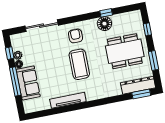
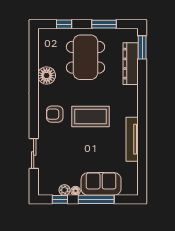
window: (106, 13) -> (34, 71), removed
sliding door: (42, 26) -> (34, 154), width x0.73
dresser: (138, 85) -> (131, 64), moved

